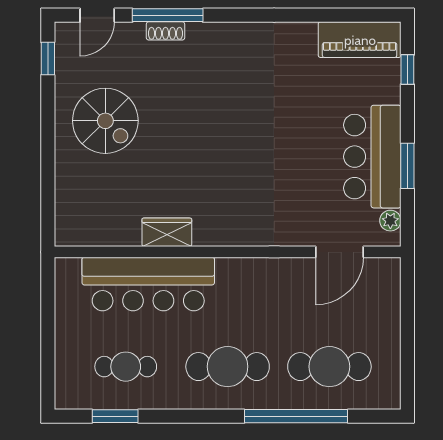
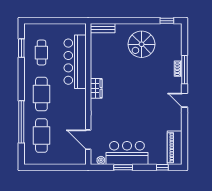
door: (97, 15) -> (185, 100), moved
bench: (66, 216) -> (103, 28), added
wardrobe: (167, 232) -> (96, 88), moved

